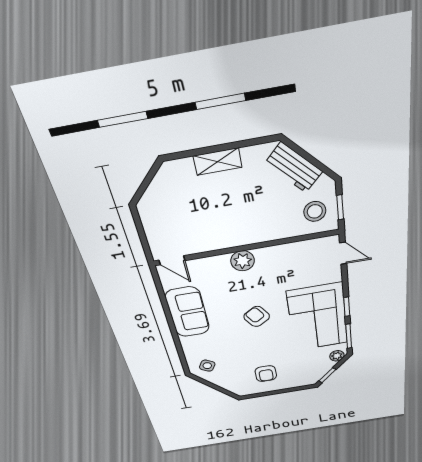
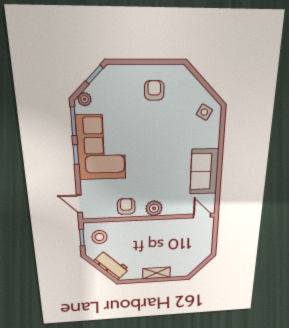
armchair: (257, 317) -> (126, 206), moved, turned -147

